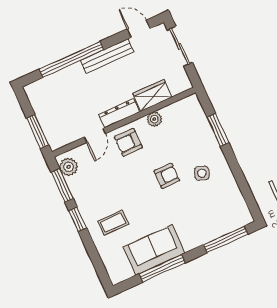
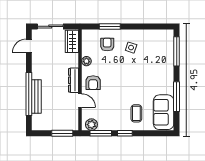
bench: (107, 56) -> (36, 97), moved
wardrobe: (152, 95) -> (72, 41), moved
armchair: (167, 176) -> (107, 44), moved
sofa: (154, 250) -> (164, 112), moved

